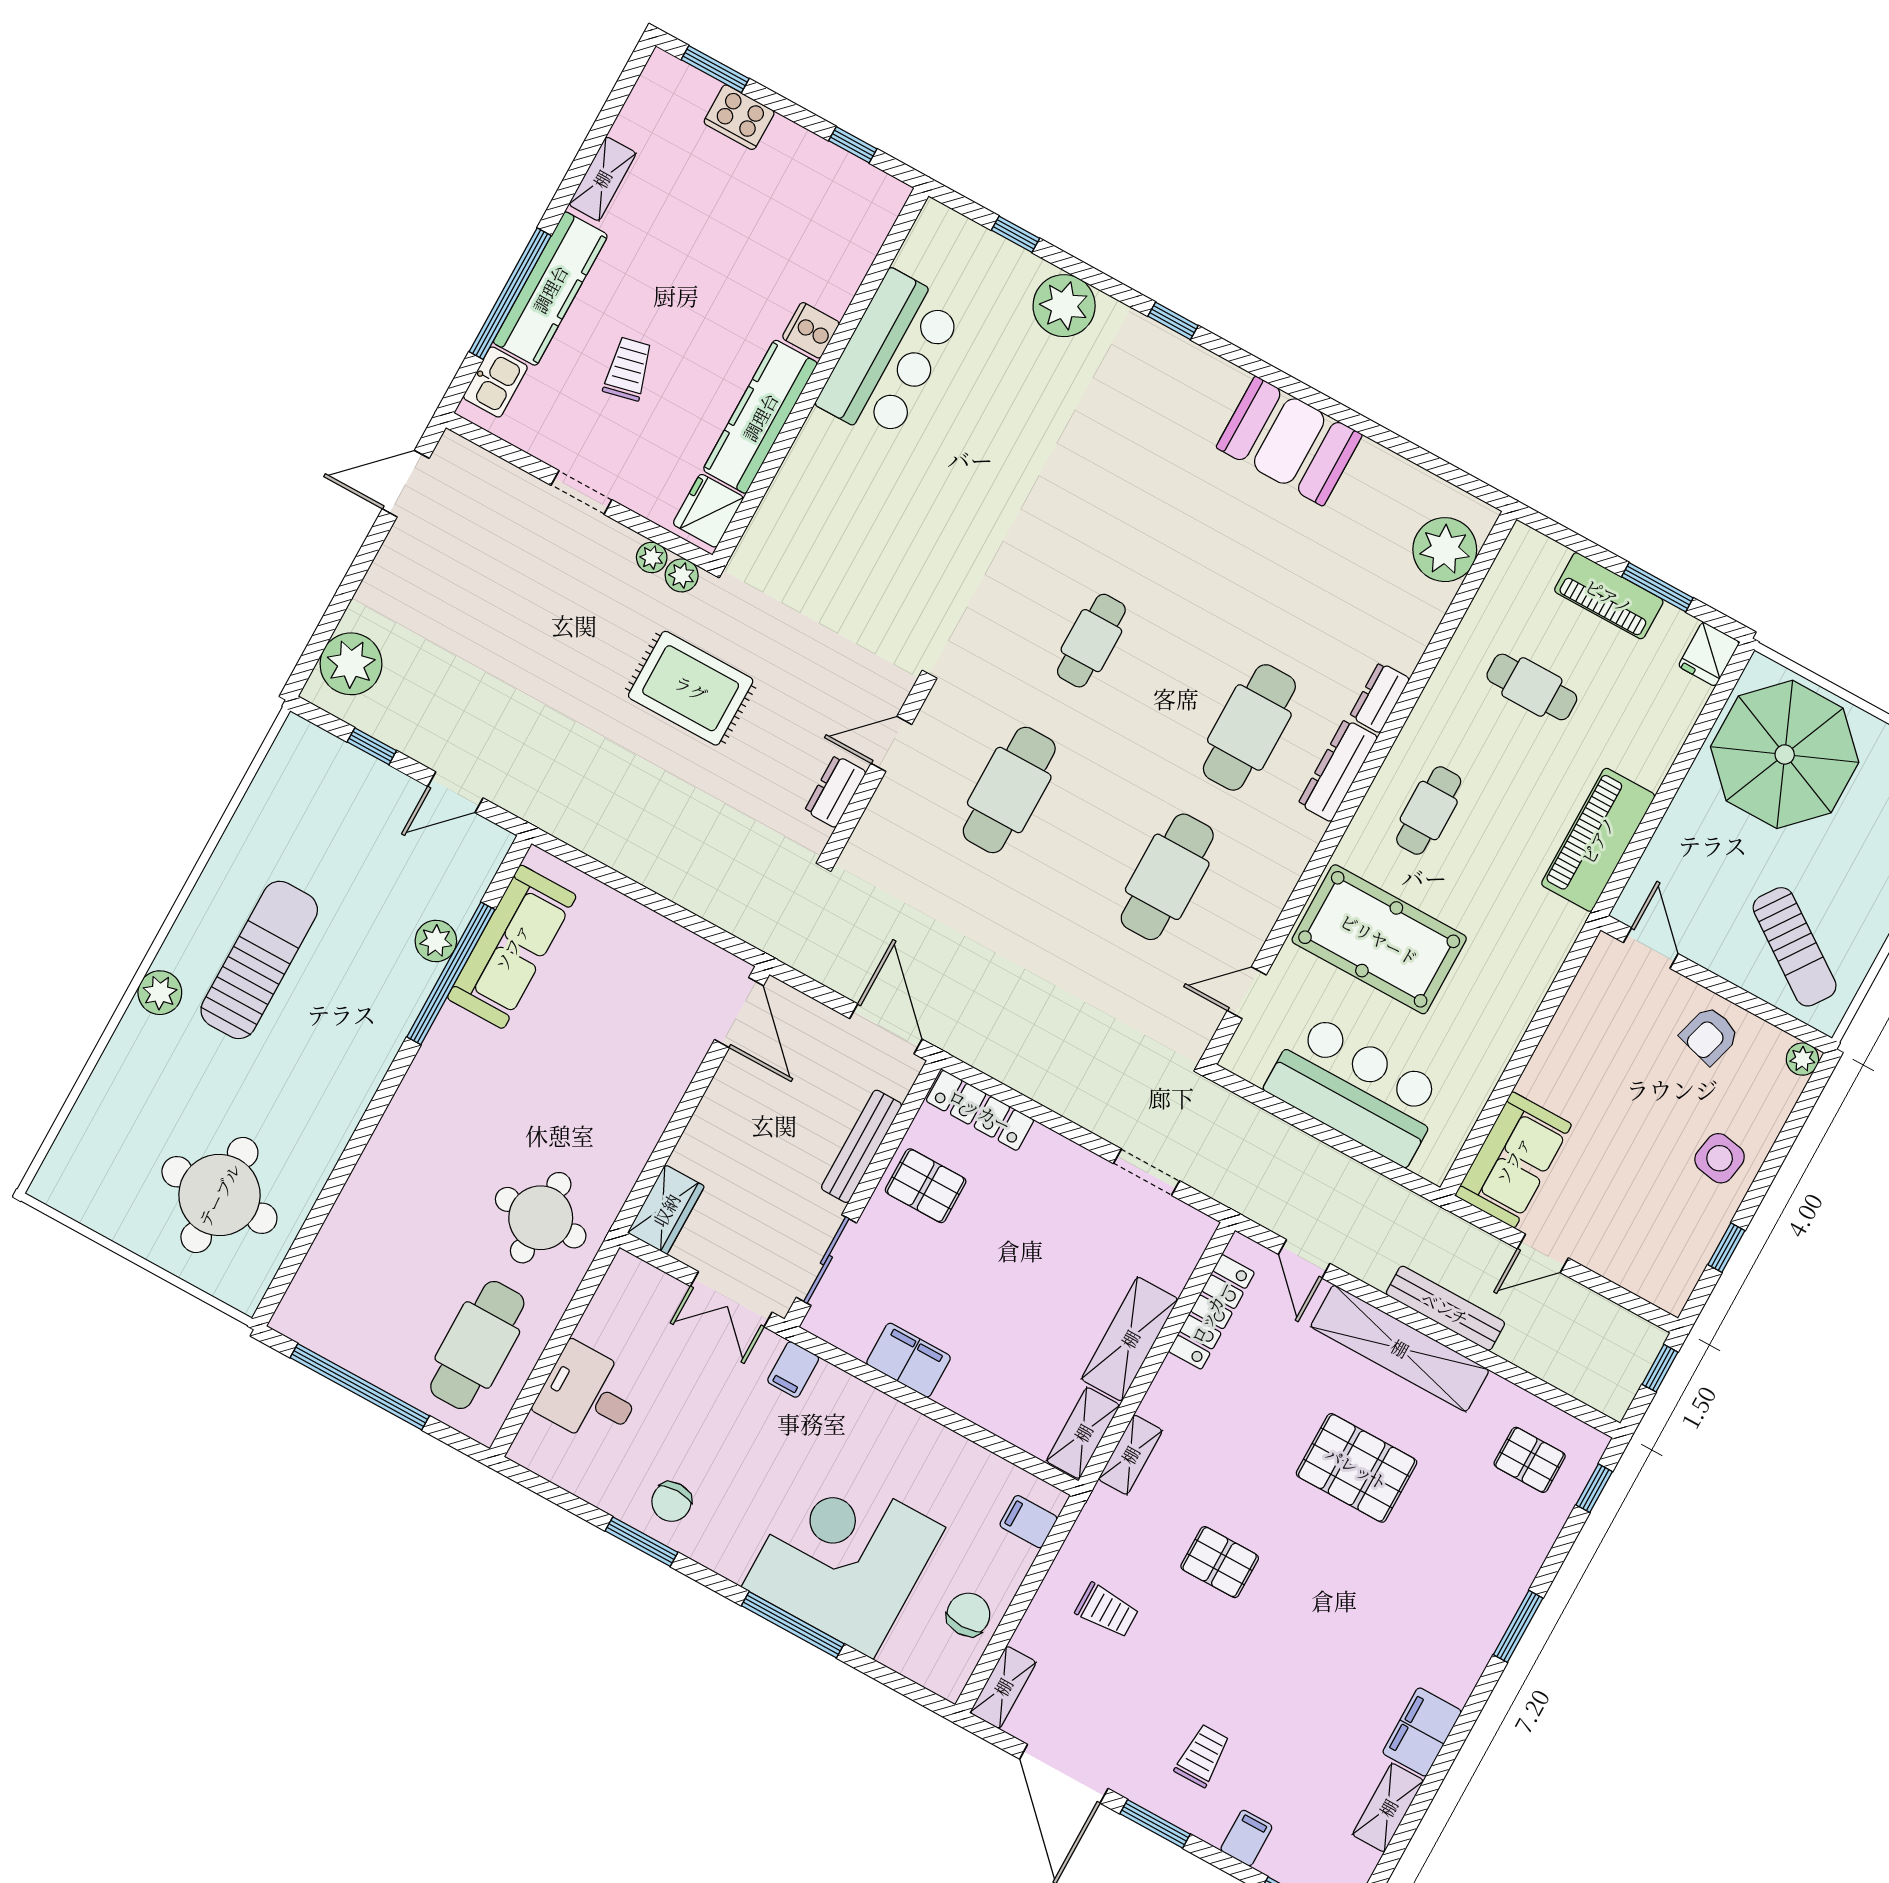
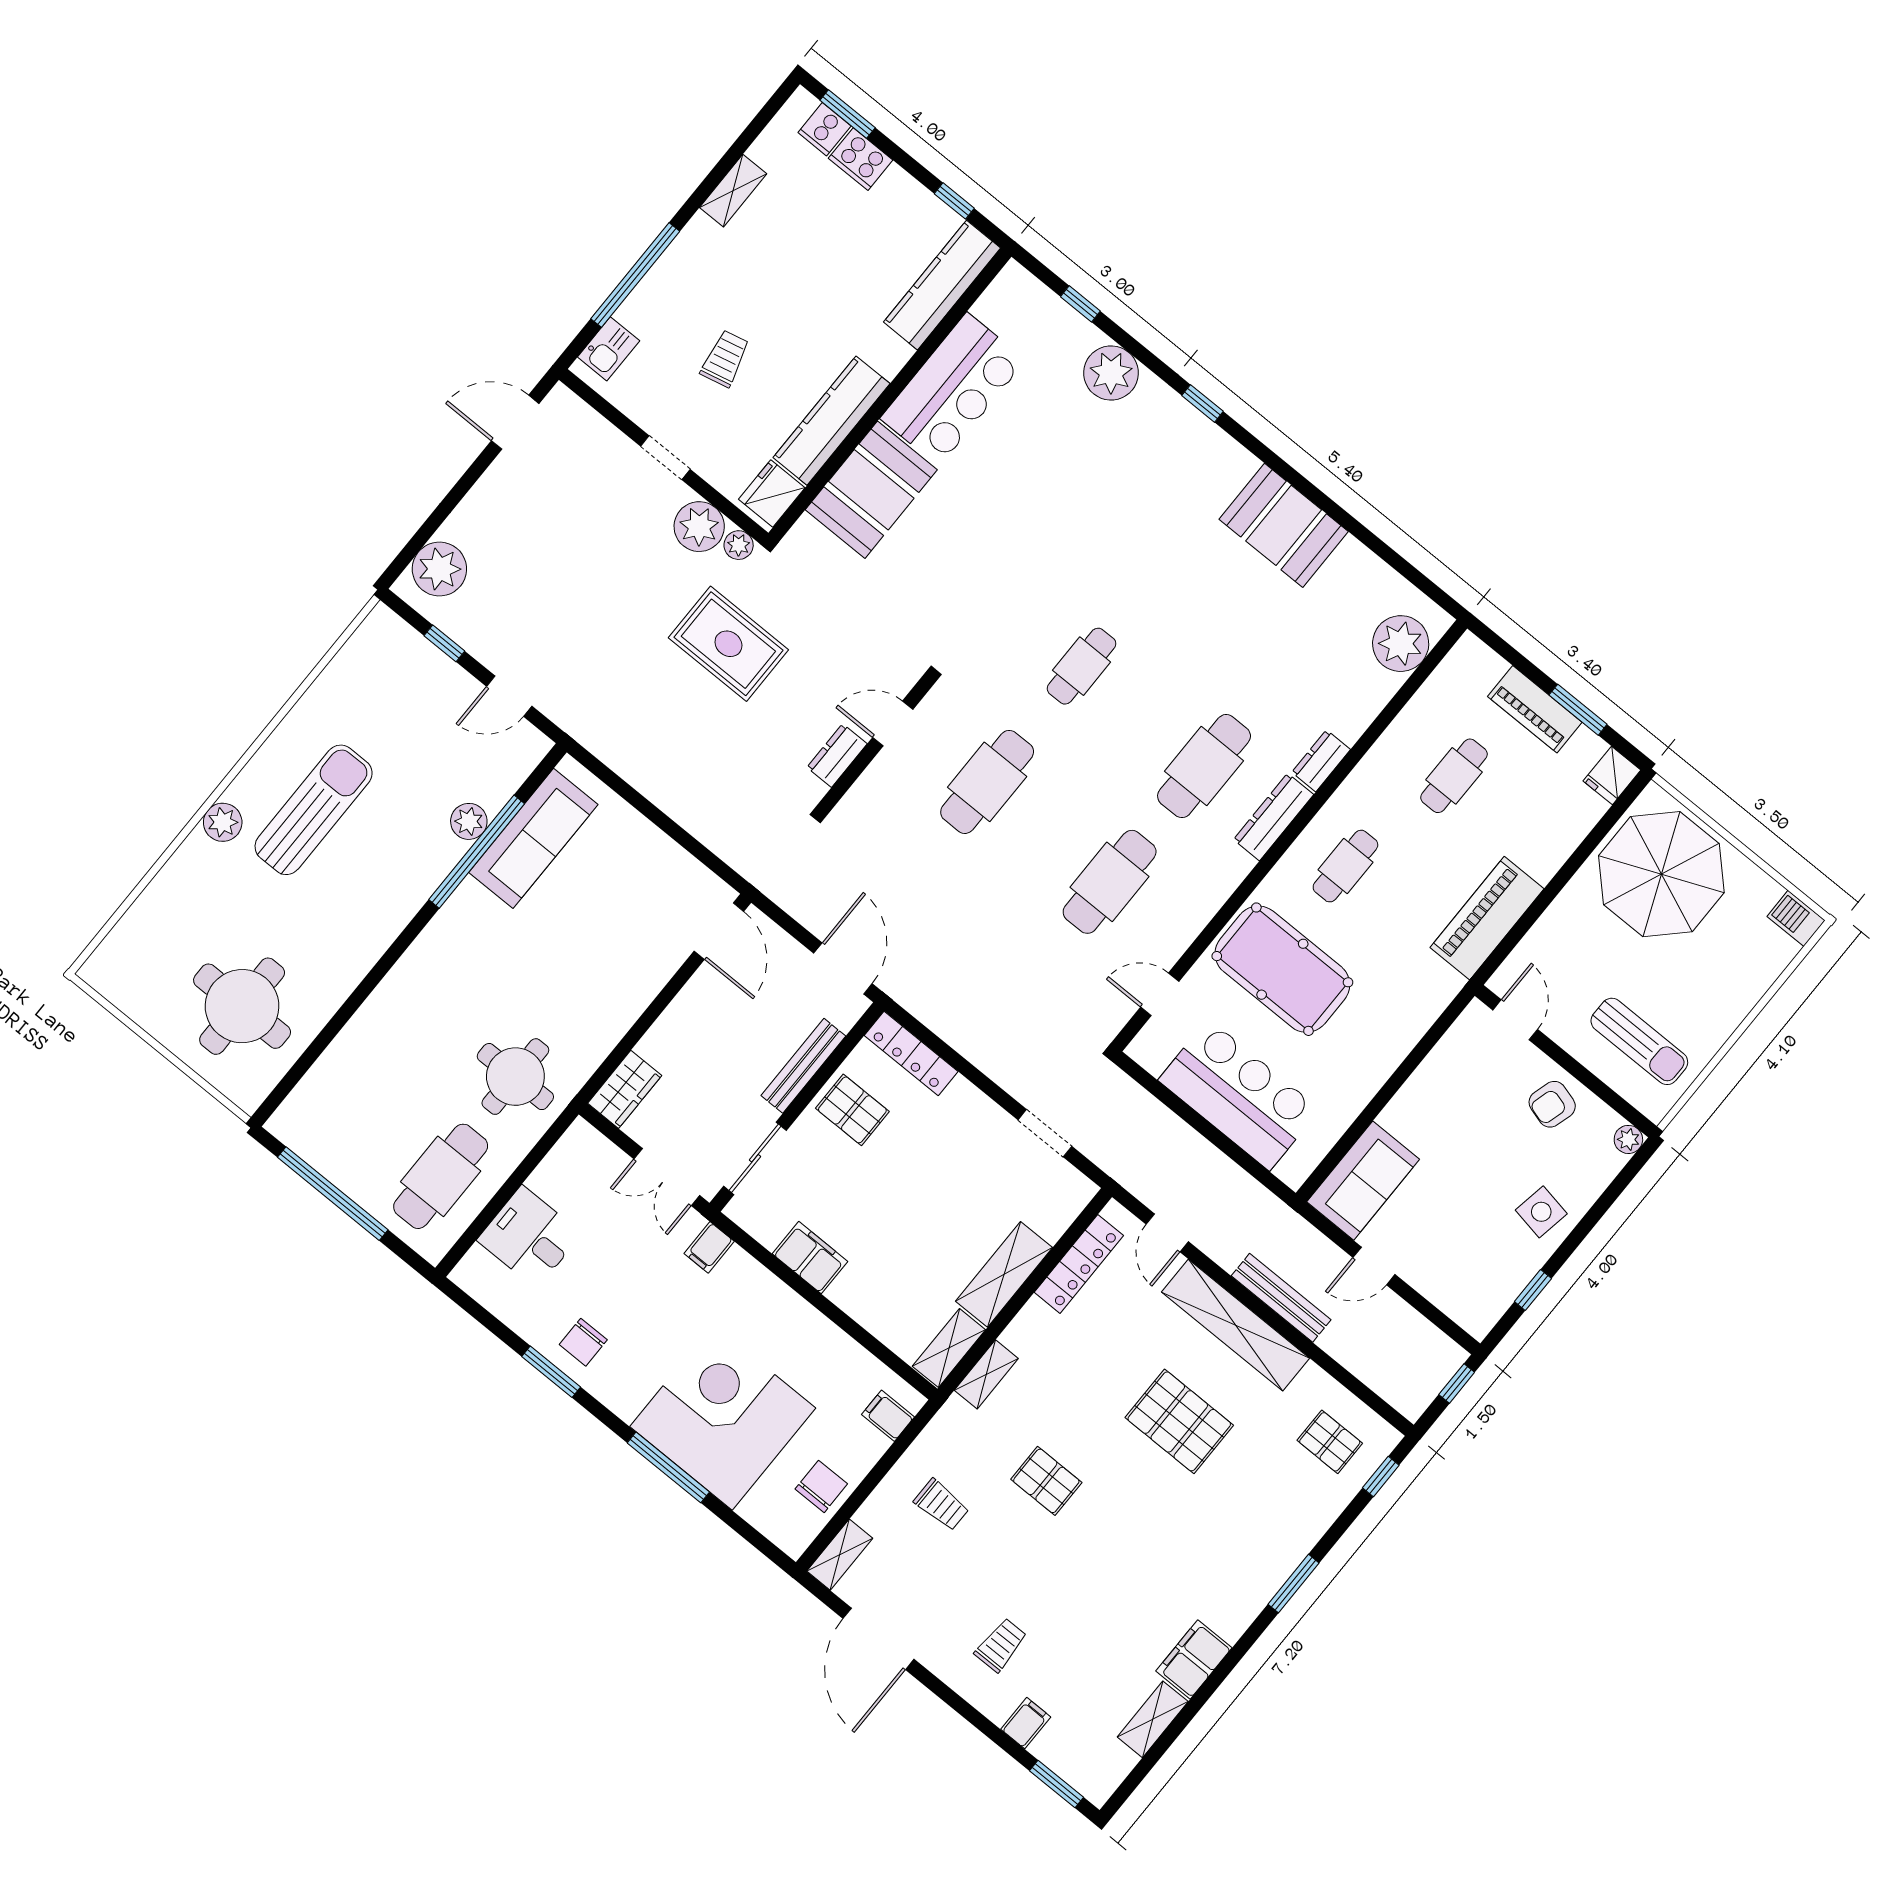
kitchen counter: (550, 289) -> (942, 285), moved, turned 180
cooker: (811, 330) -> (824, 129), moved, turned -90
booth: (819, 486) -> (871, 490), added
plant: (652, 557) -> (699, 527), width x1.87, depth x1.87
cafe table: (1532, 687) -> (1454, 776), turned 90
sun lounger: (1795, 947) -> (1639, 1041), turned -35
window: (1155, 1824) -> (949, 1696), removed

